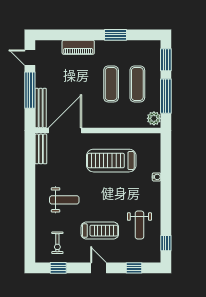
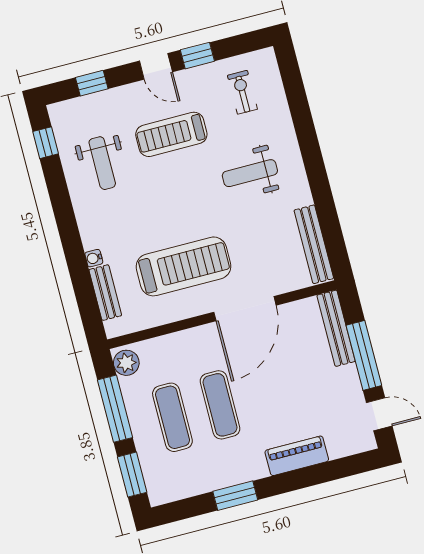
door: (65, 130) -> (245, 309), moved
bench: (41, 149) -> (314, 244), width x1.36
bench: (155, 158) -> (105, 293), added
weight bench: (139, 225) -> (102, 163), turned 180
window: (58, 268) -> (197, 56), moved

